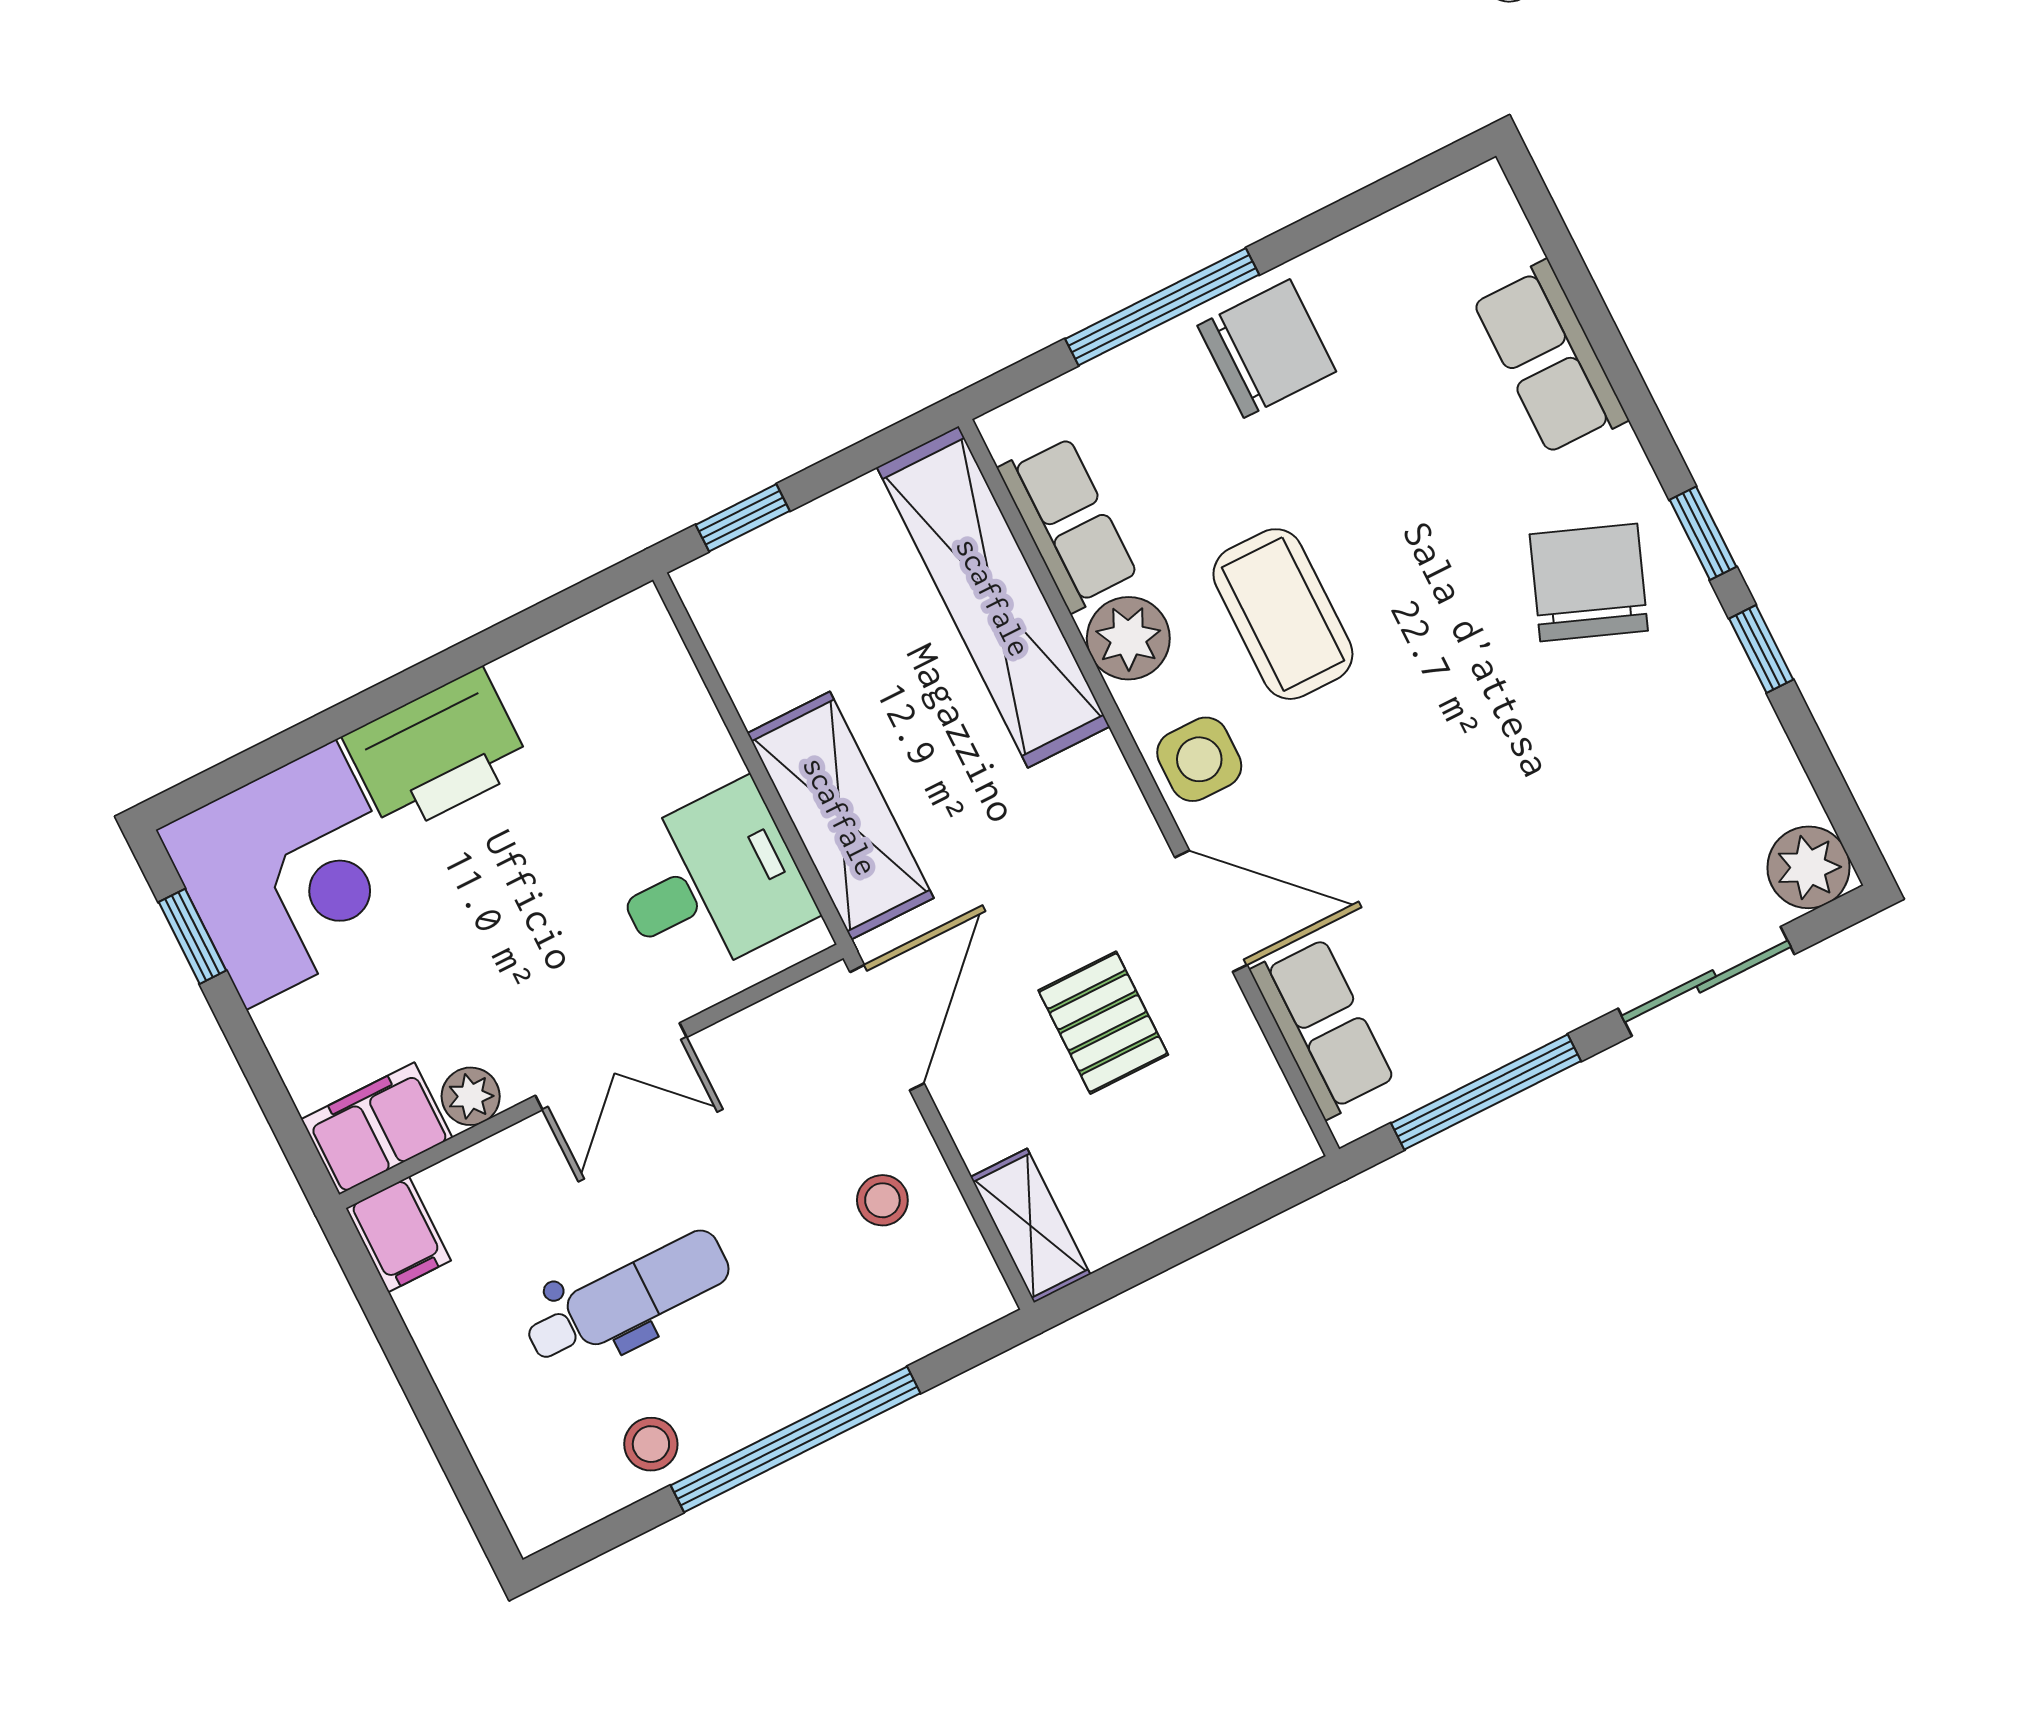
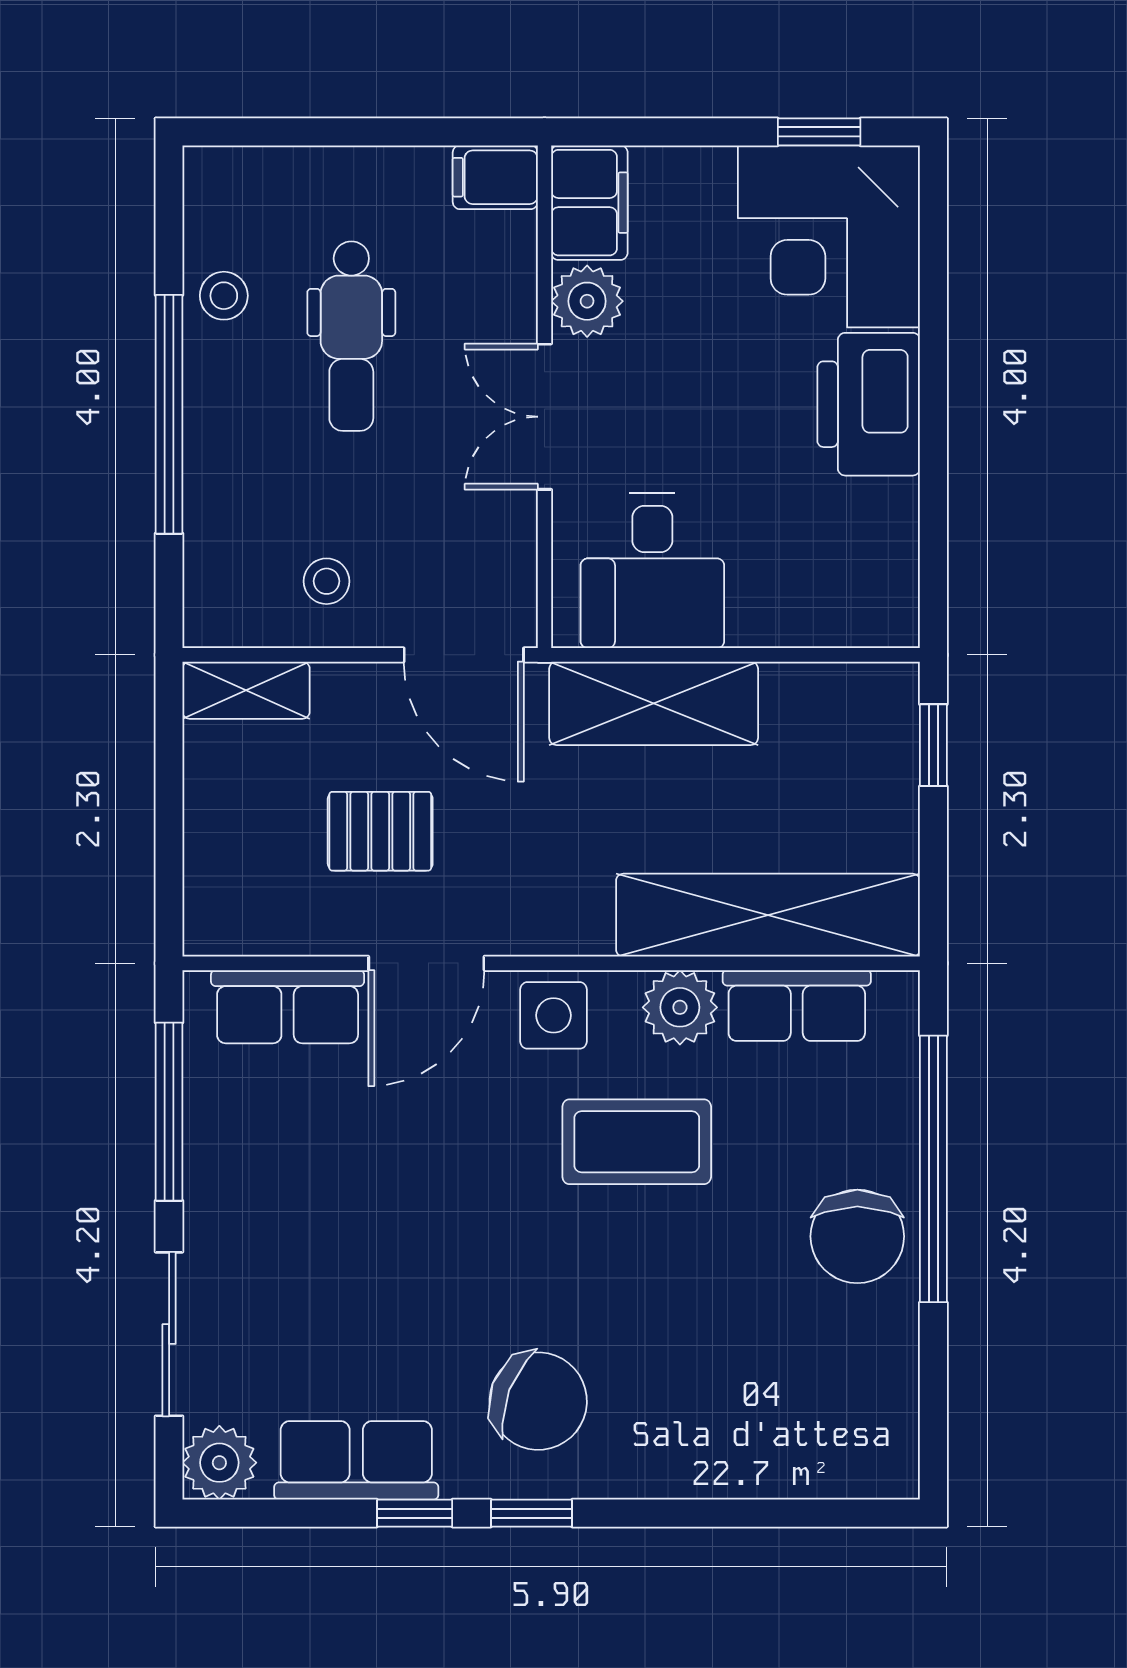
window: (1162, 307) -> (933, 1169), width x1.46
row of seats: (1550, 359) -> (356, 1460), moved
plant: (471, 1096) -> (587, 301), width x1.38, depth x1.38

